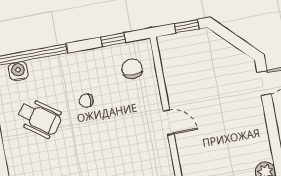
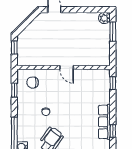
door: (169, 122) -> (67, 67), swing flipped

